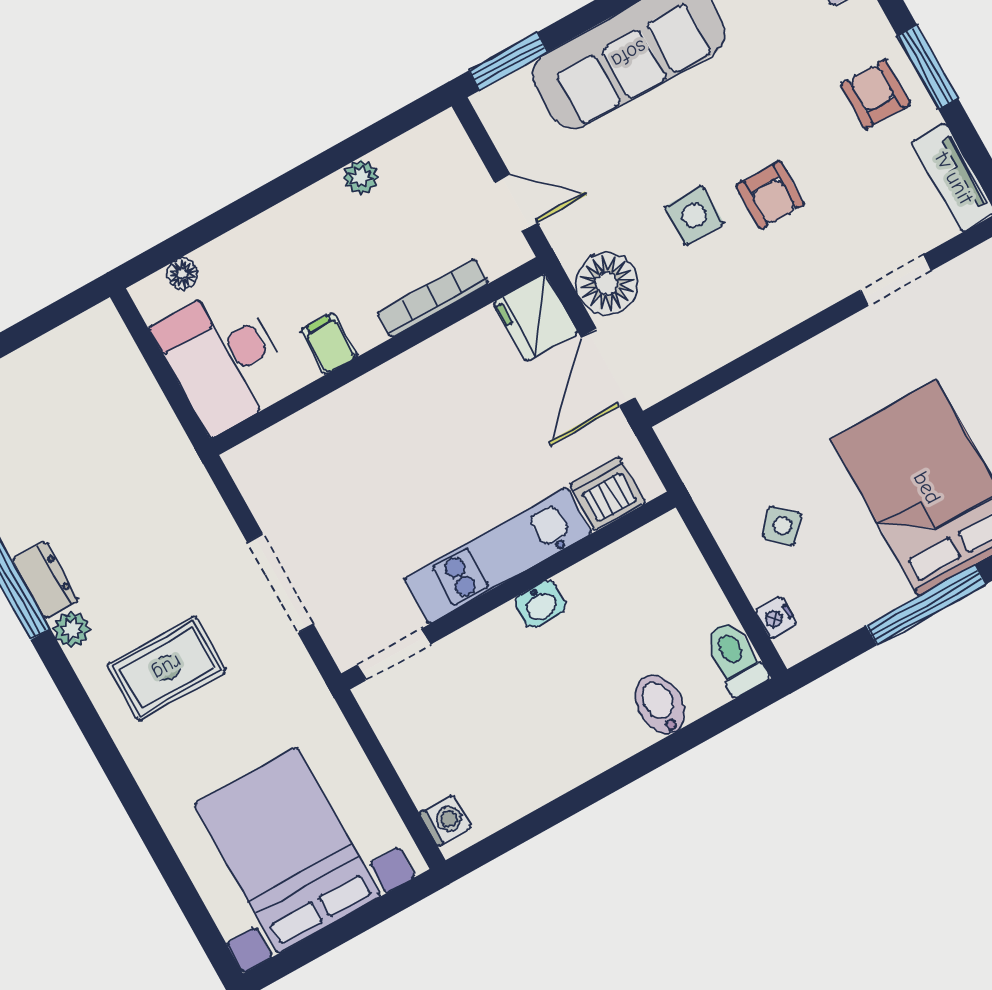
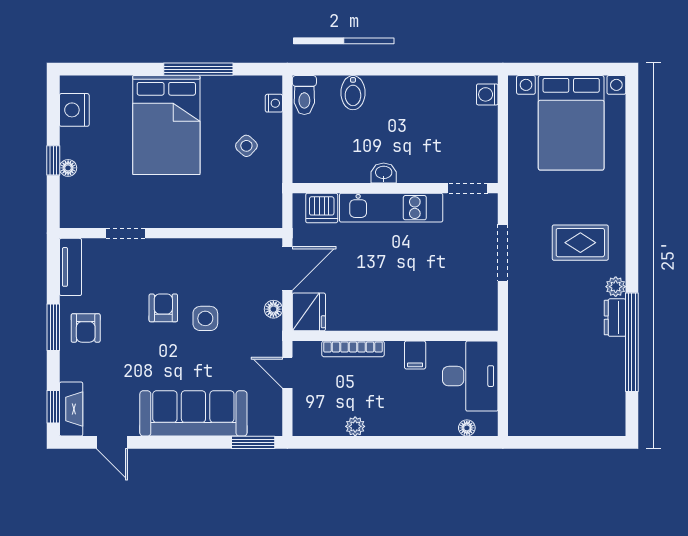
floor lamp: (607, 283) -> (273, 309), width x0.53, depth x0.53

